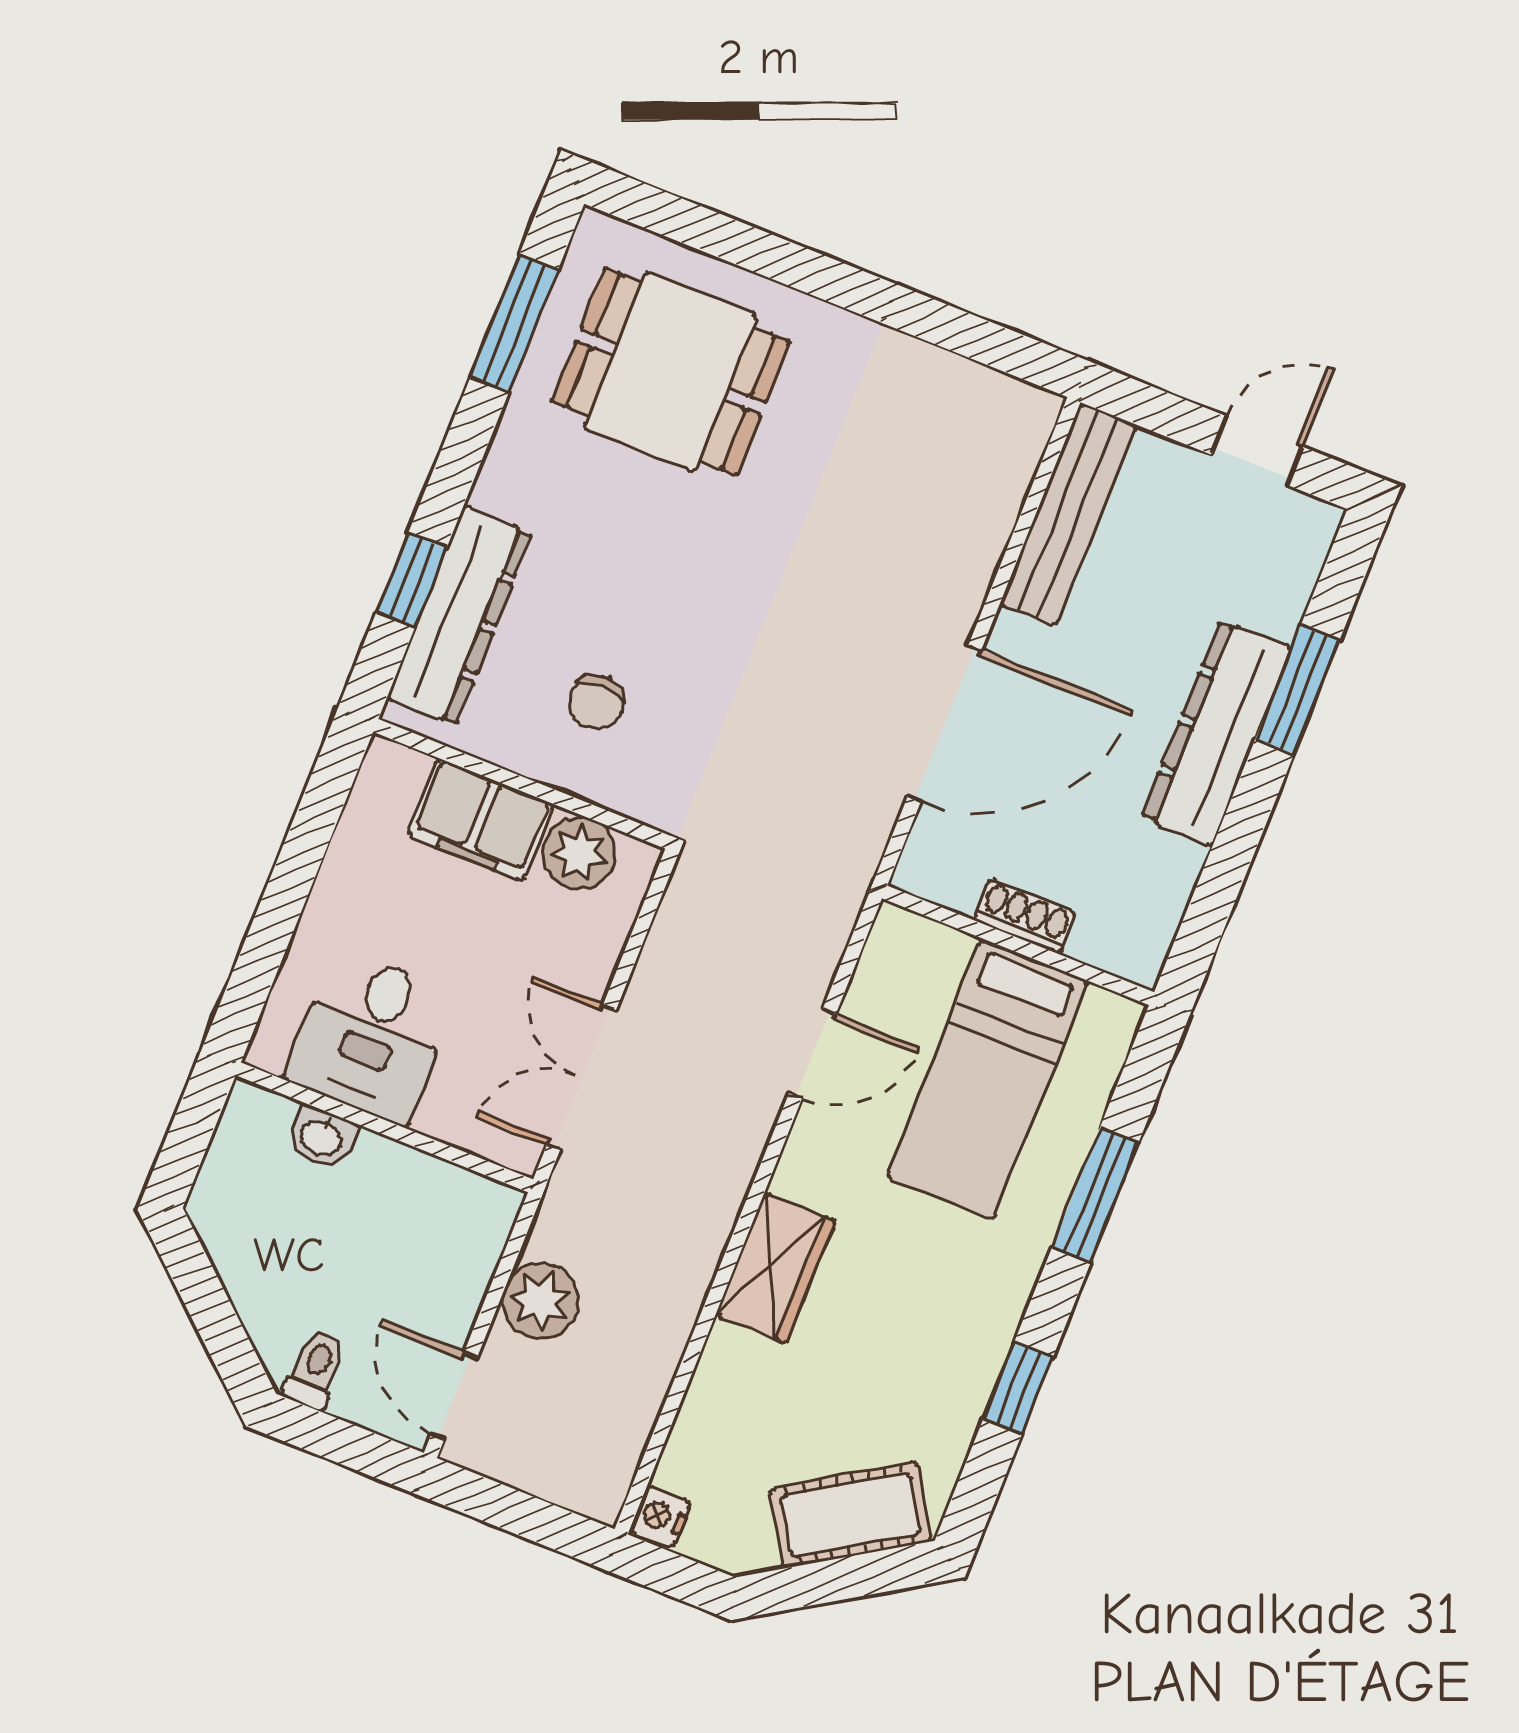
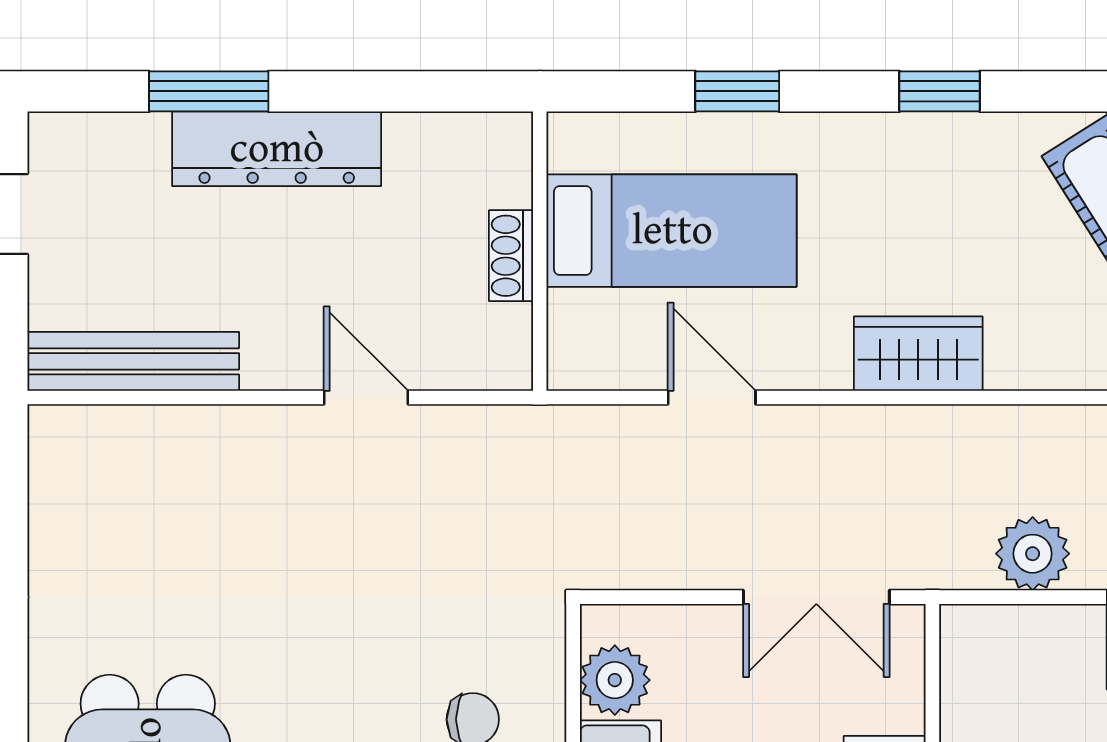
door: (945, 723) -> (366, 398), width x0.53
window: (1095, 1195) -> (737, 91), width x0.67

